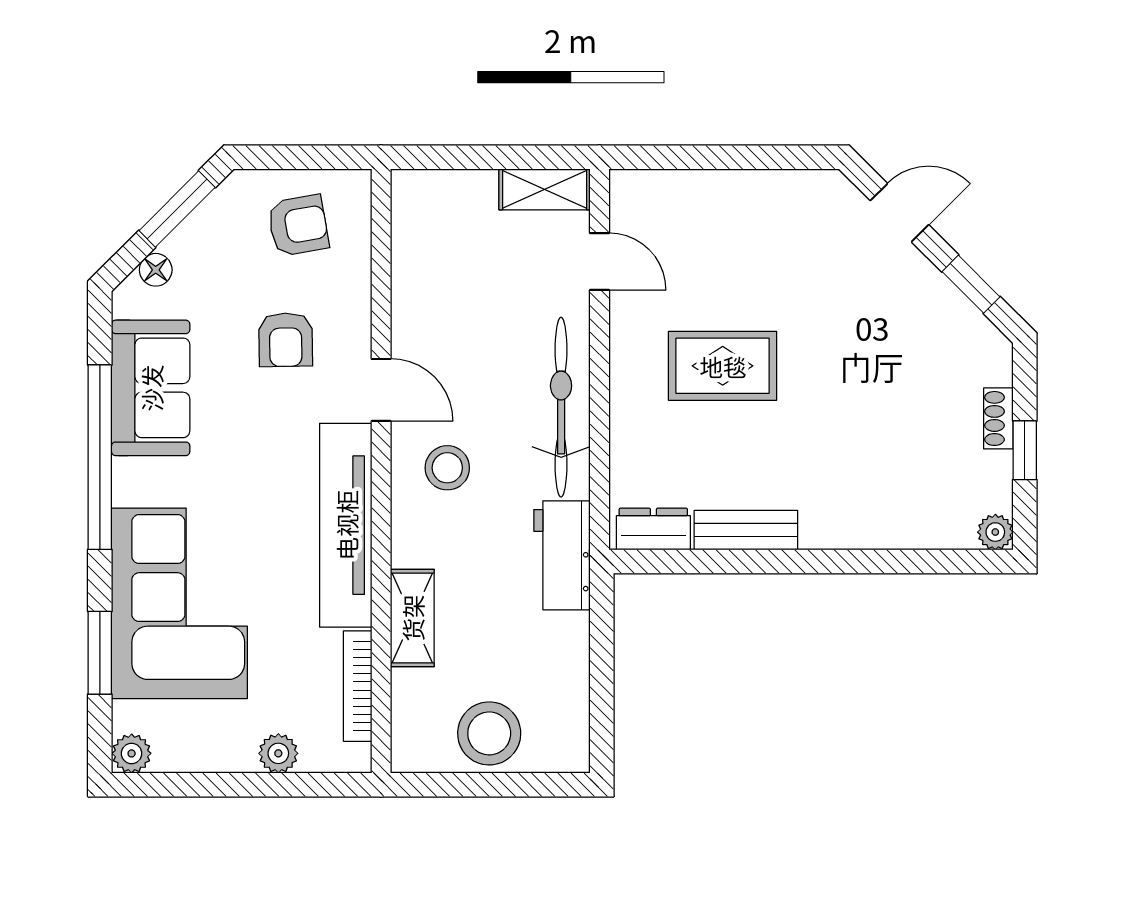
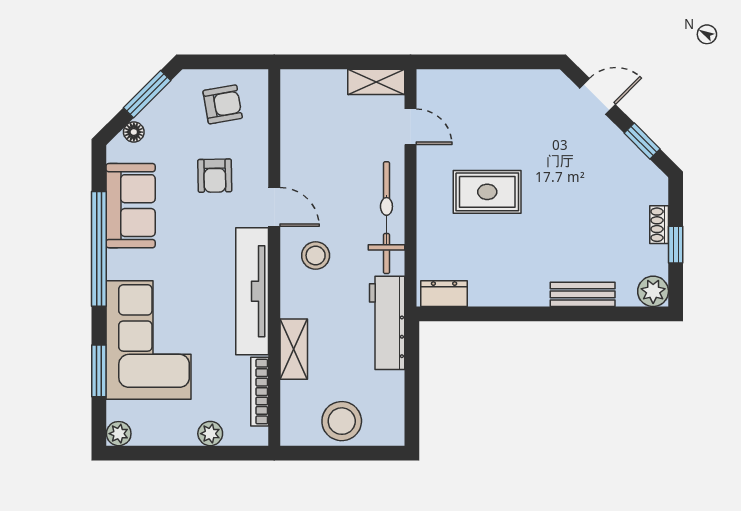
bench: (746, 530) -> (583, 294), moved
plant: (995, 532) -> (653, 291), width x1.38, depth x1.38
workbench: (562, 555) -> (387, 323), width x1.37

